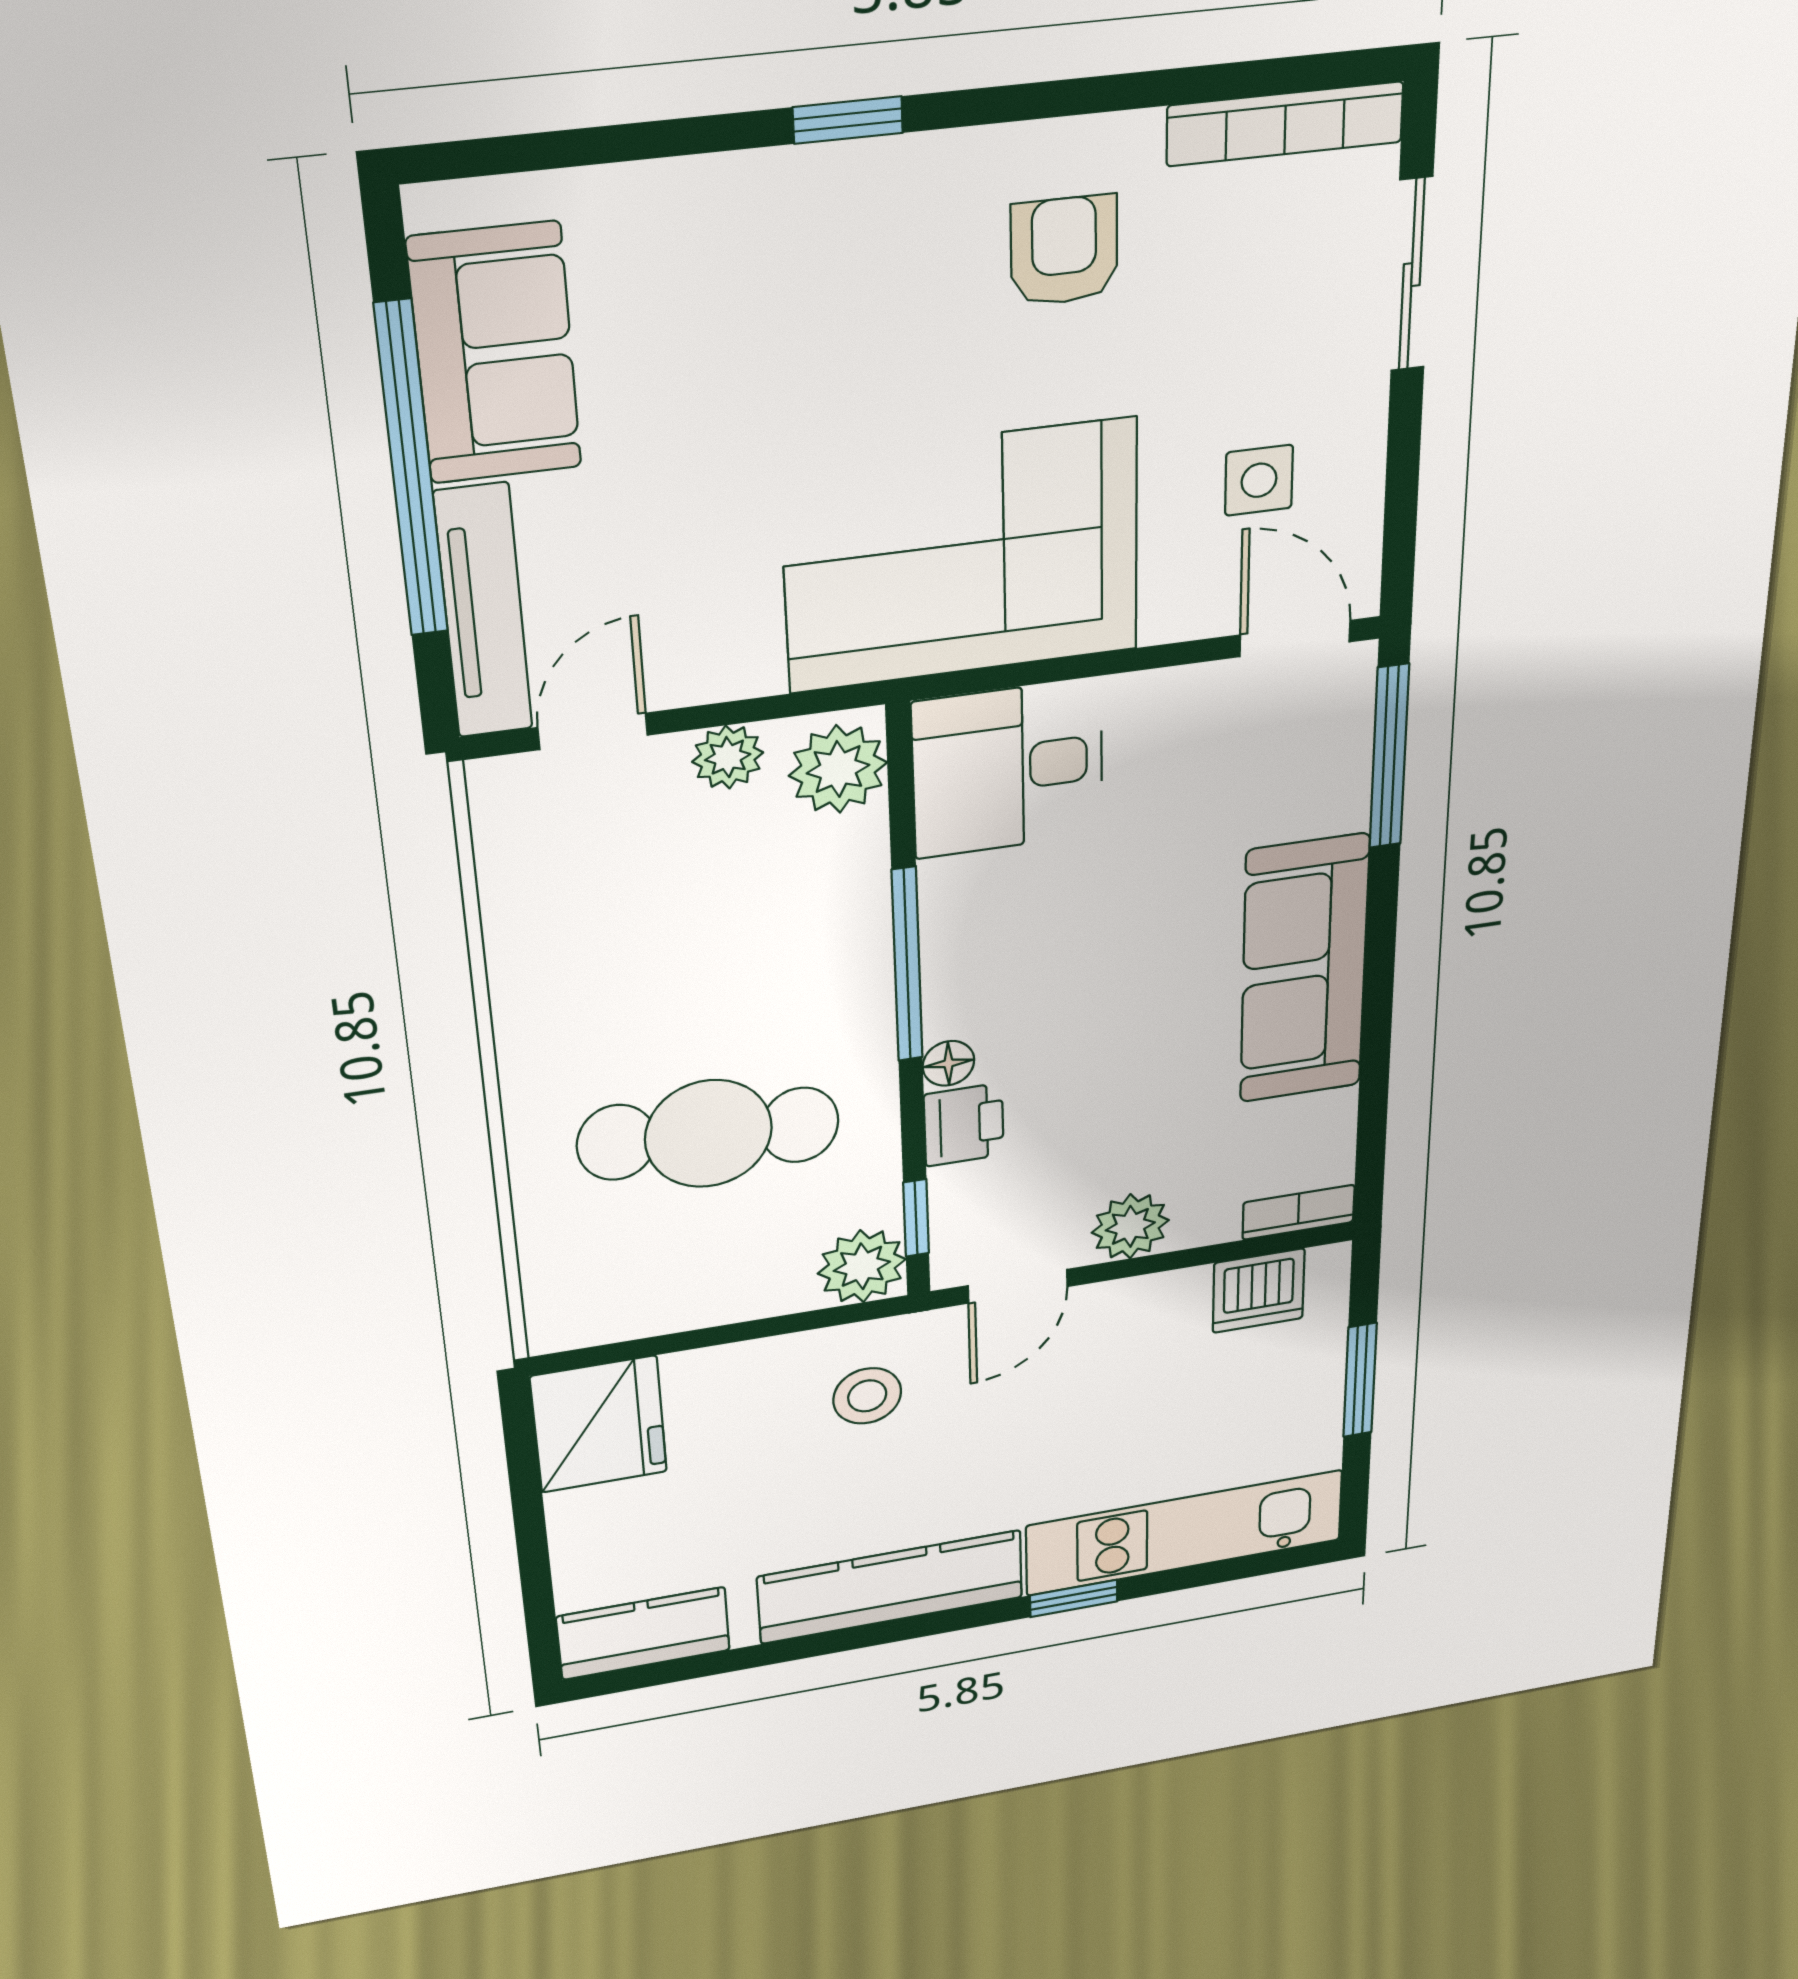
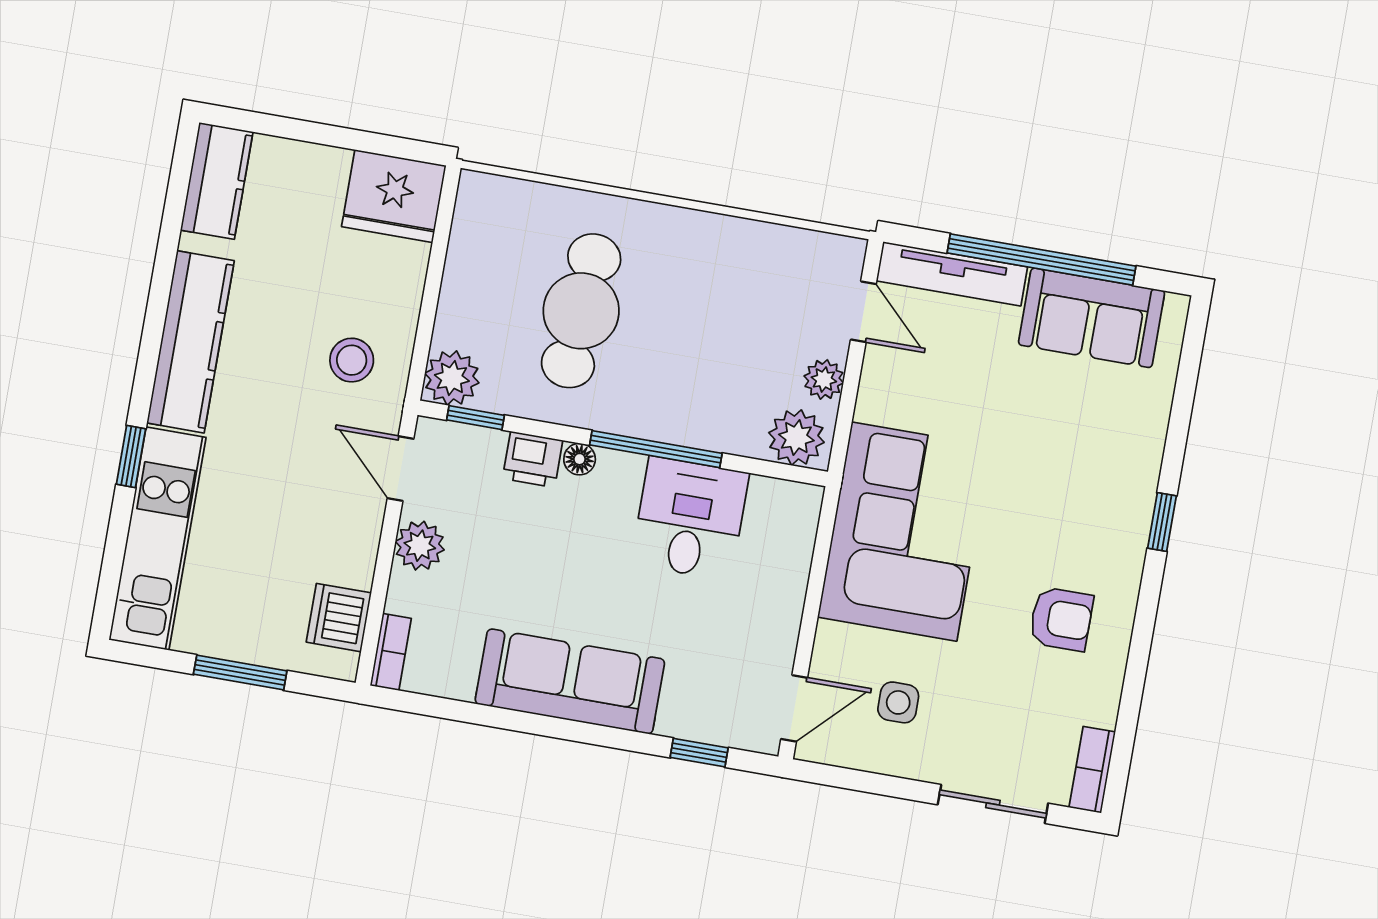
bookcase: (1285, 124) -> (1092, 770), width x0.64
window: (1389, 757) -> (699, 753), width x0.46
desk: (1008, 769) -> (690, 518), moved

